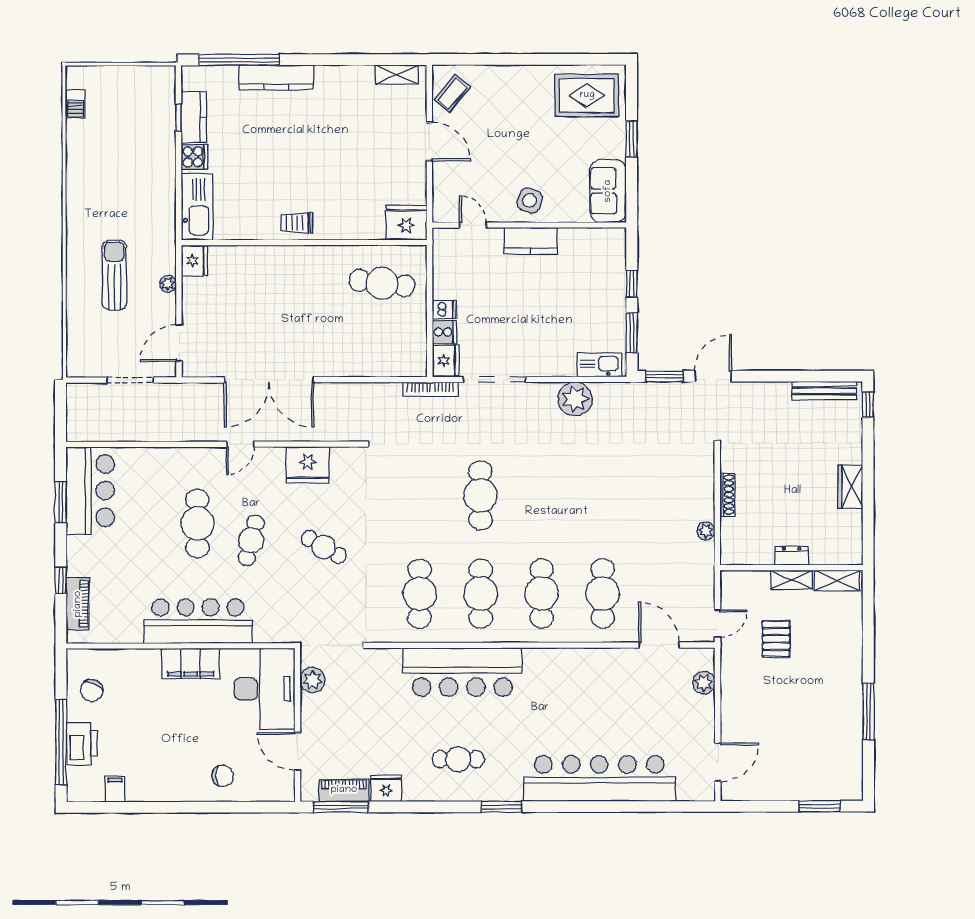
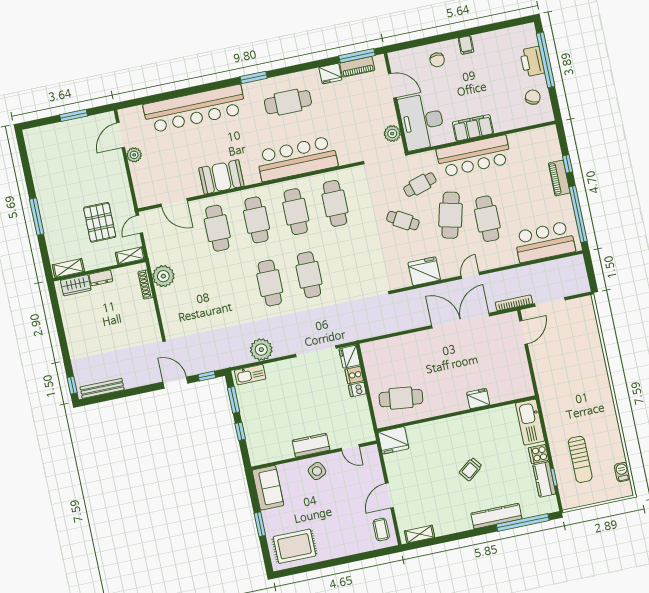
coffee table: (452, 93) -> (381, 529), turned -40
door: (429, 141) -> (389, 496), hinge flipped
side table: (530, 200) -> (317, 471), turned 45
trolley: (297, 223) -> (471, 469), moved, turned 142
fridge: (194, 261) -> (478, 399), moved, turned 90
sun lounger: (114, 275) -> (580, 459), moved
plant: (168, 284) -> (538, 369), removed
window: (664, 376) -> (207, 376), width x0.67
door: (713, 376) -> (175, 383), swing flipped
bookcase: (431, 389) -> (514, 303), moved
wardrobe: (850, 487) -> (76, 285), moved, turned 90
bar counter: (90, 491) -> (545, 242), moved, turned 90
cafe table: (541, 495) -> (270, 283), added
shoe rack: (727, 495) -> (145, 285), moved
window: (61, 502) -> (578, 214), width x2.11
plant: (706, 531) -> (163, 276), width x1.88, depth x1.88
cafe table: (251, 540) -> (451, 215), width x1.37, depth x1.35
shelving: (792, 580) -> (130, 256), moved
cafe table: (287, 595) -> (420, 185), added
piano: (78, 604) -> (559, 178), moved
pallet: (776, 639) -> (100, 222), width x1.50, depth x1.42
booth: (581, 669) -> (221, 177), added
plant: (704, 683) -> (134, 155), moved
window: (868, 711) -> (37, 217), moved
cafe table: (458, 759) -> (288, 102), width x1.37, depth x1.35
chair: (223, 776) -> (437, 60), turned -90
filing cabinet: (115, 789) -> (466, 45), moved
window: (820, 806) -> (74, 115), moved

